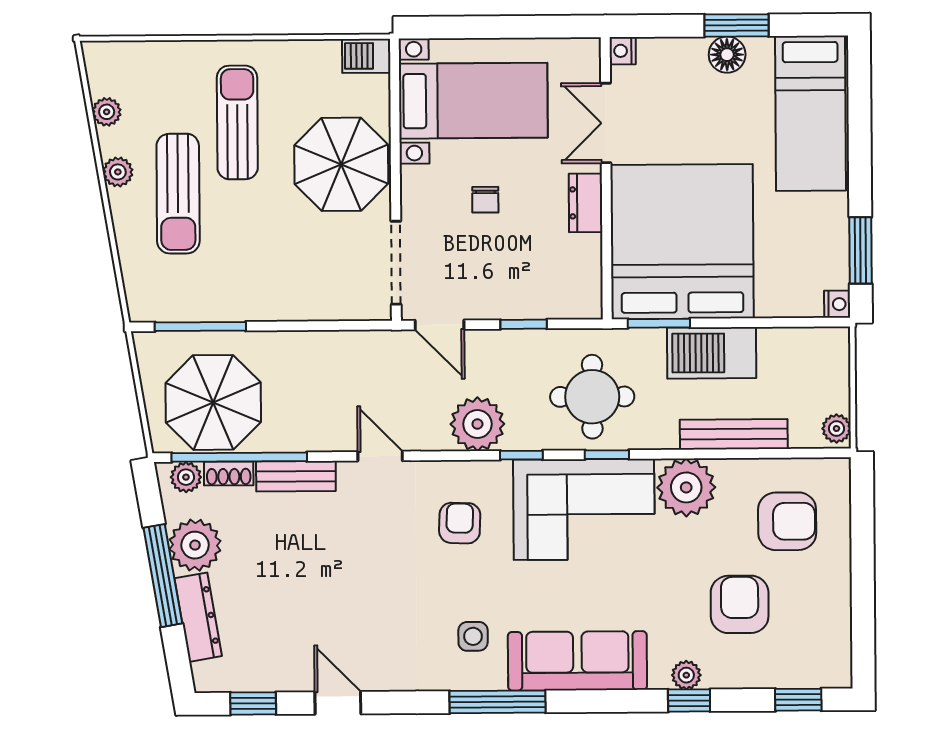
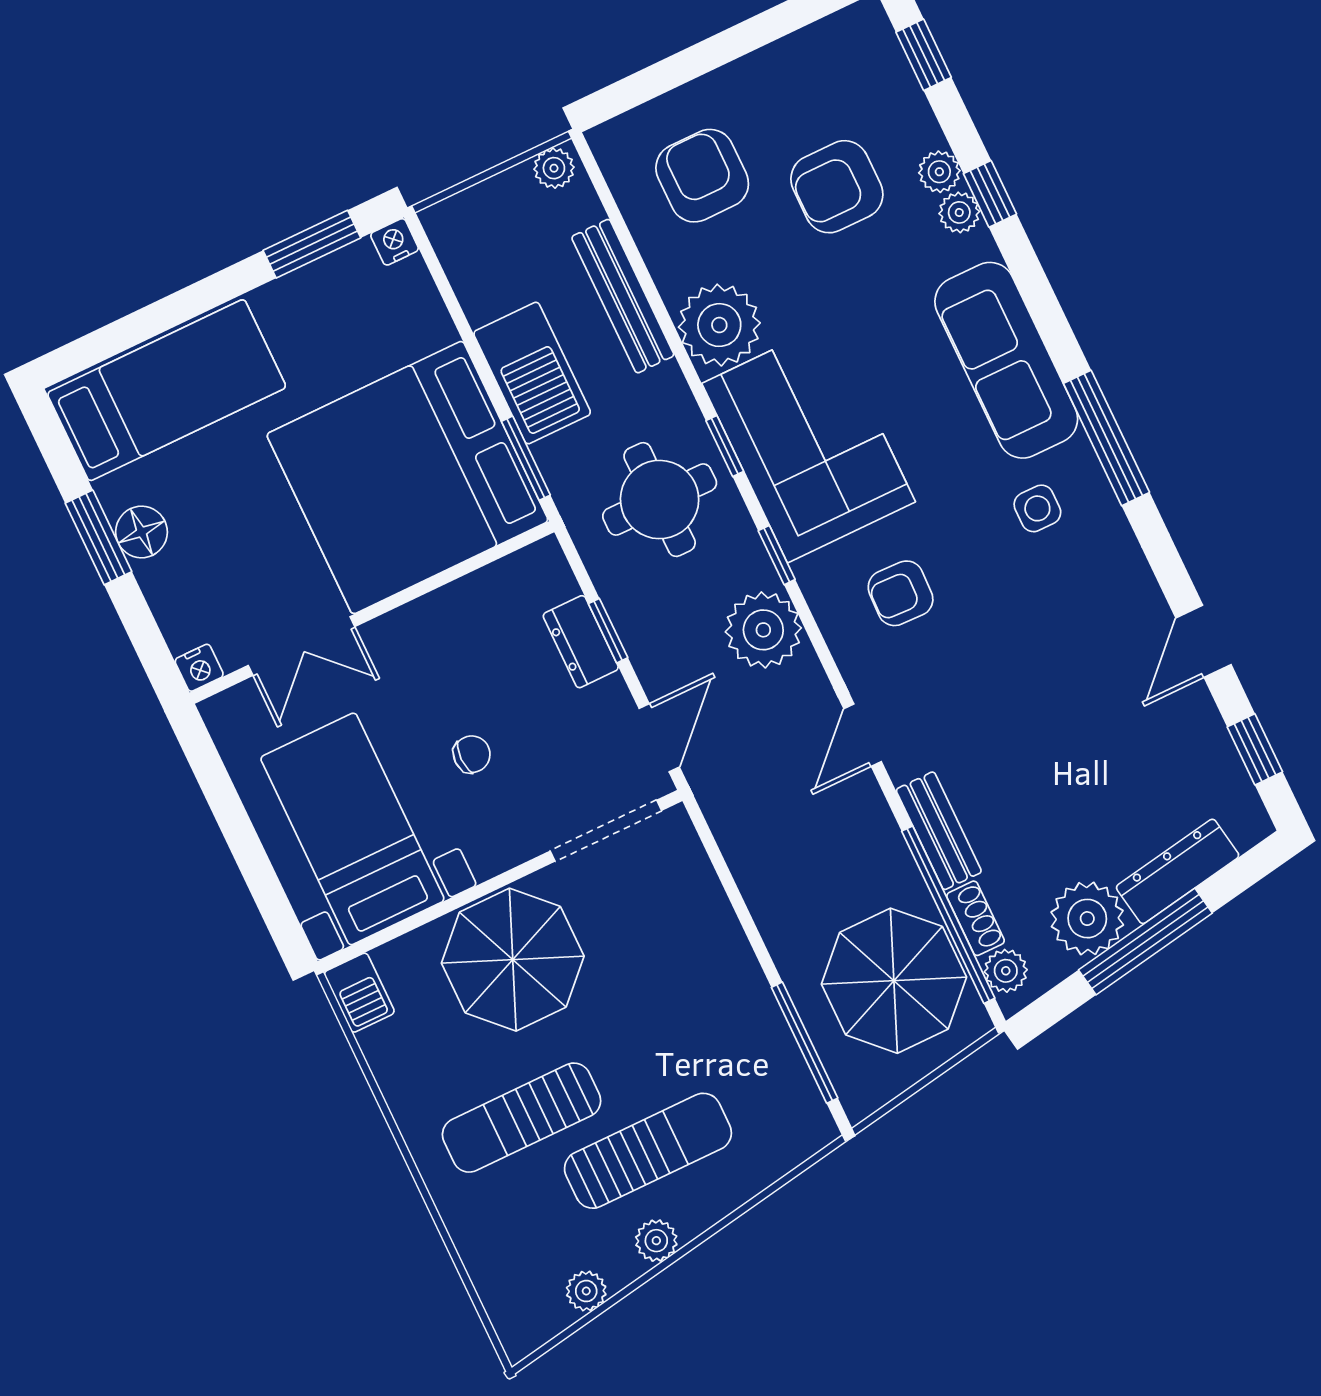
dresser: (586, 203) -> (581, 642), moved, turned 90
plant: (718, 675) -> (939, 172), added

